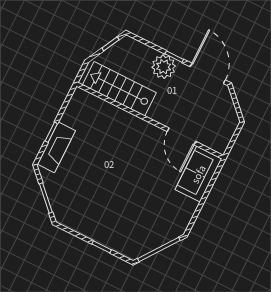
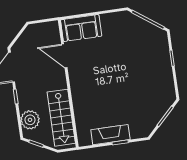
plant: (164, 67) -> (30, 120), moved
door: (181, 136) -> (64, 56), swing flipped
fireplace: (56, 147) -> (110, 135), moved

